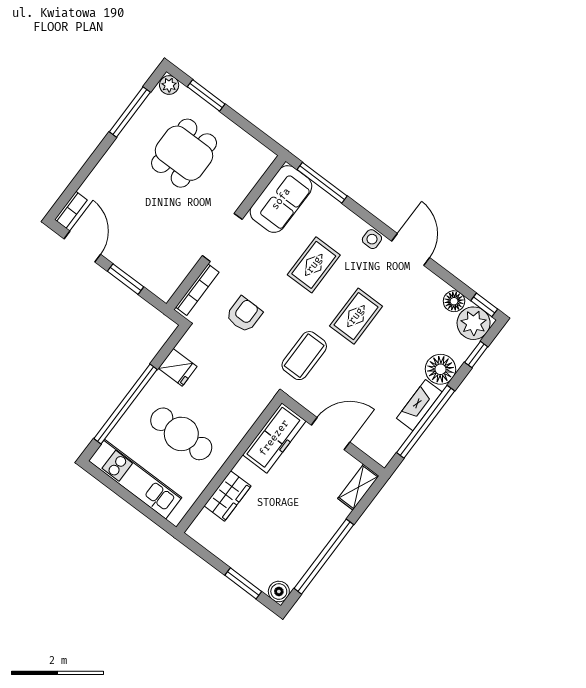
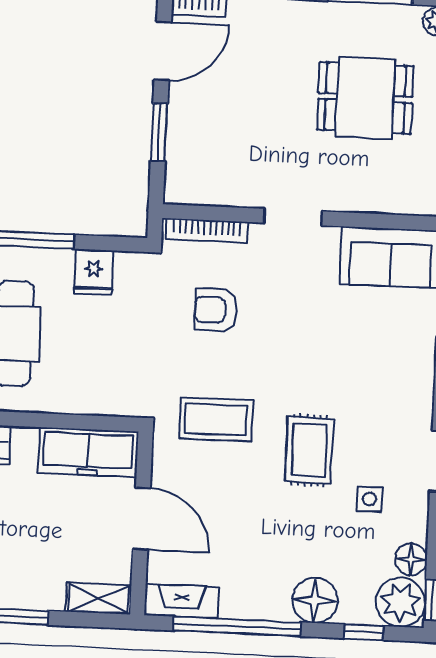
doorway: (222, 237) -> (293, 217), width x0.73
side table: (372, 239) -> (370, 499), moved
rug: (314, 265) -> (337, 354), removed
armchair: (244, 315) -> (216, 310), turned 180
rug: (356, 316) -> (309, 450), turned 90
fireplace: (419, 405) -> (182, 601), moved

